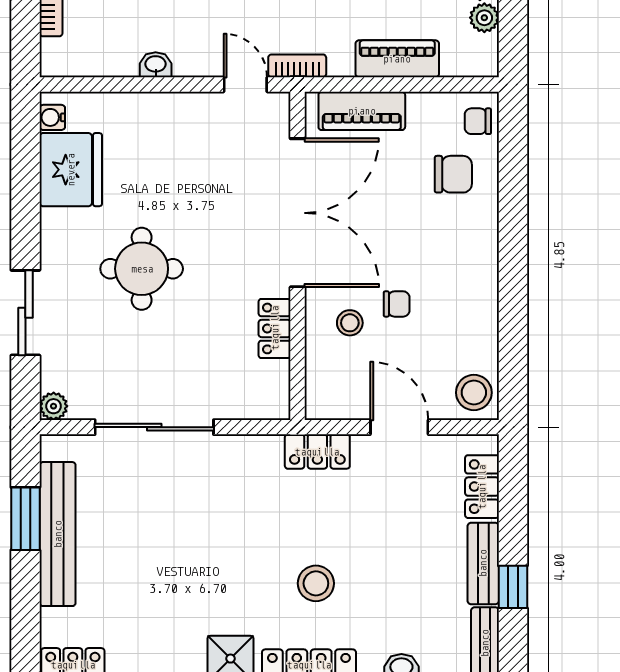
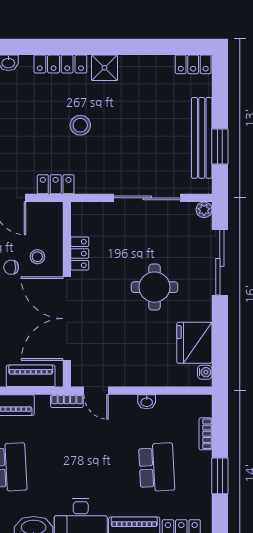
sliding door: (25, 313) -> (220, 262), width x1.37
stool: (316, 583) -> (80, 125), moved

